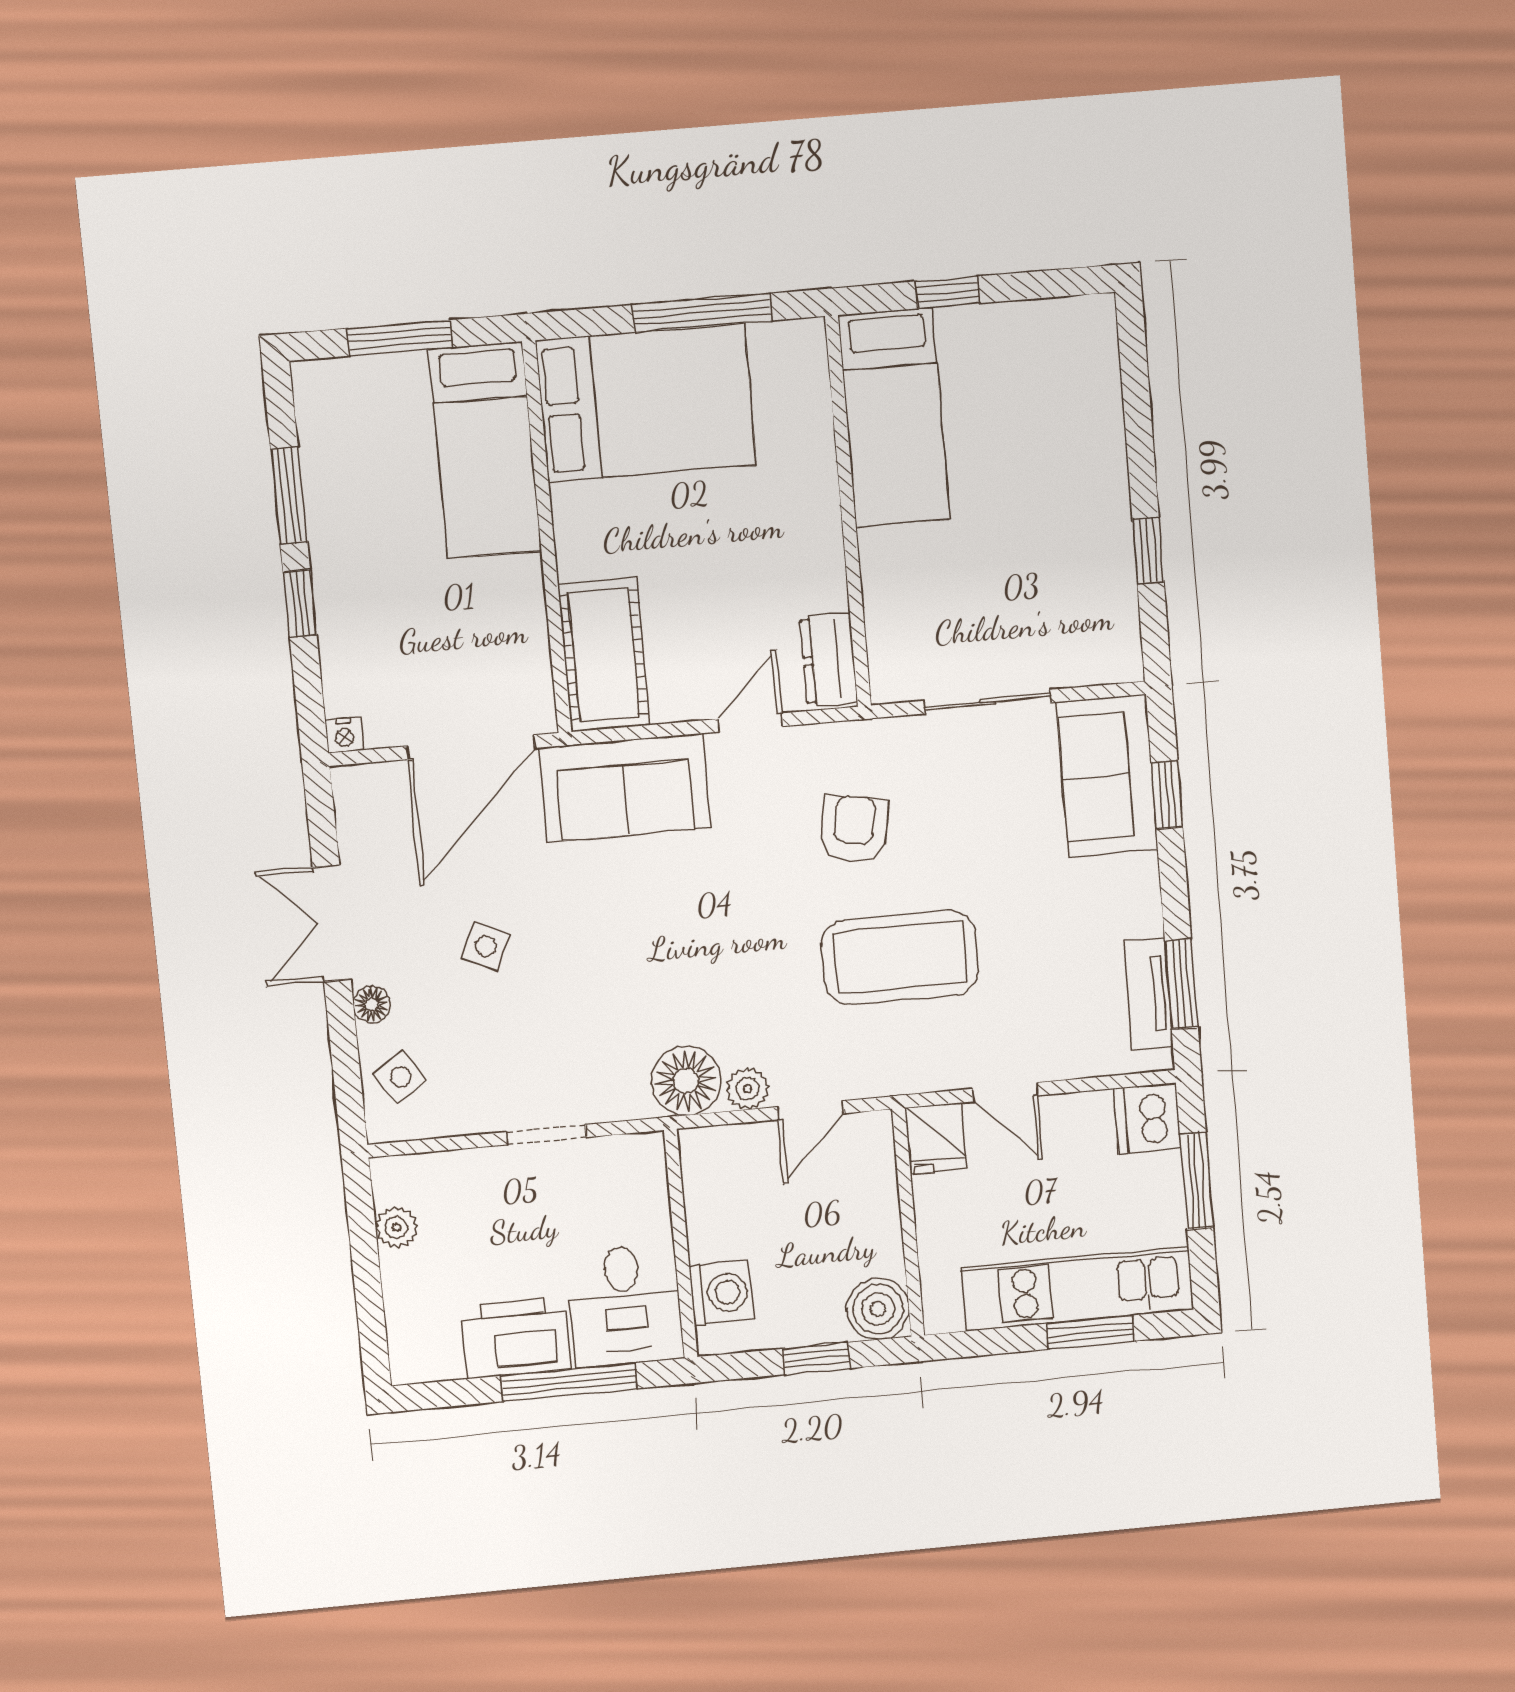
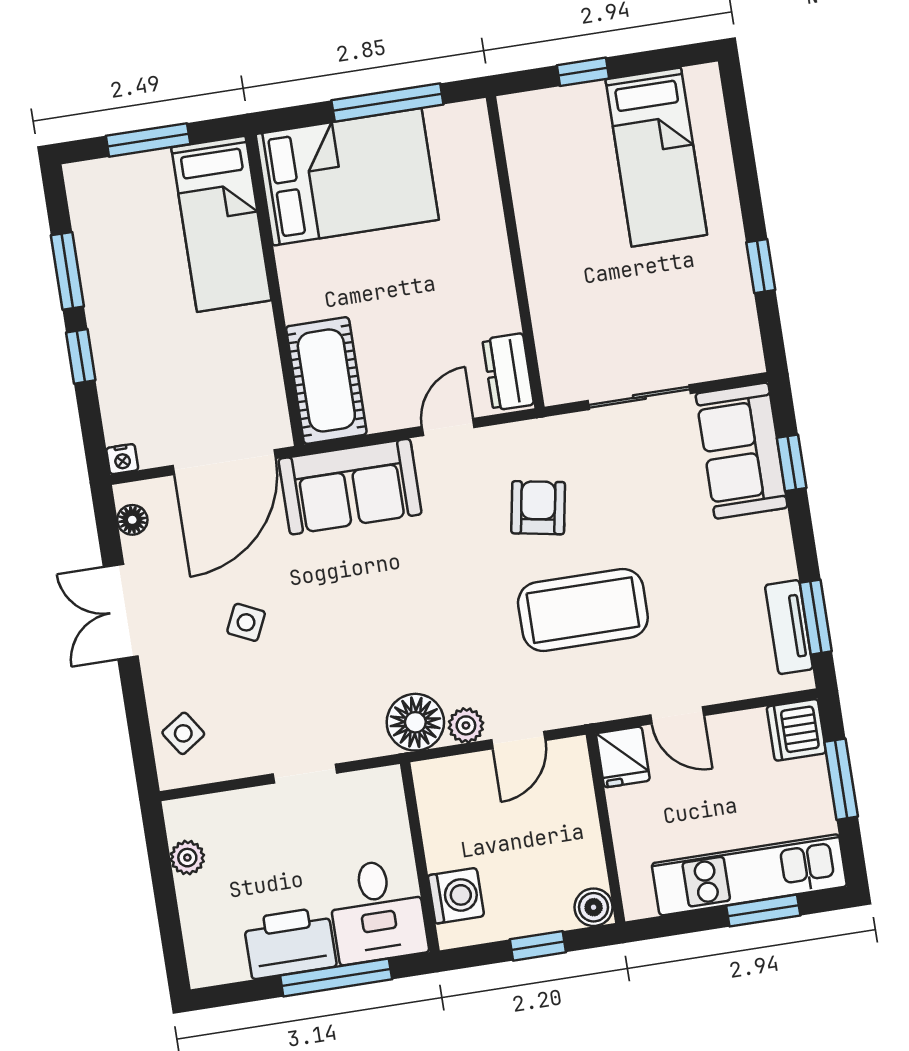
bed: (894, 417) -> (656, 157), moved
floor lamp: (372, 1005) -> (132, 520), moved
boiler: (878, 1309) -> (594, 907), width x0.73, depth x0.73

